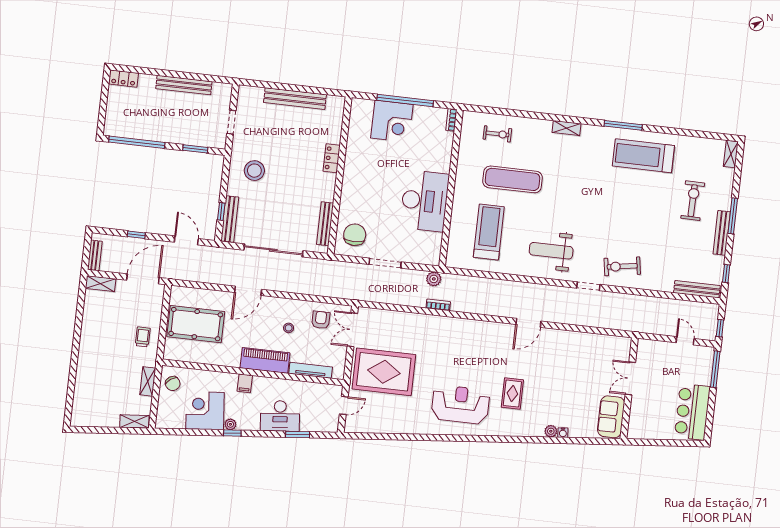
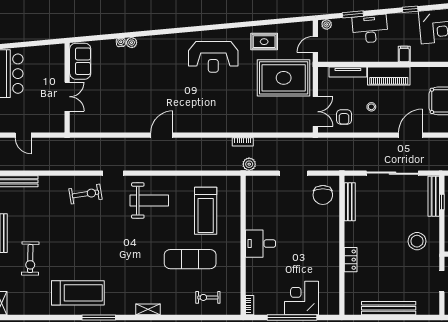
desk: (425, 201) -> (261, 244), width x0.53, depth x0.77
rug: (512, 394) -> (264, 42), moved, turned 90
plant: (230, 424) -> (327, 24), moved

